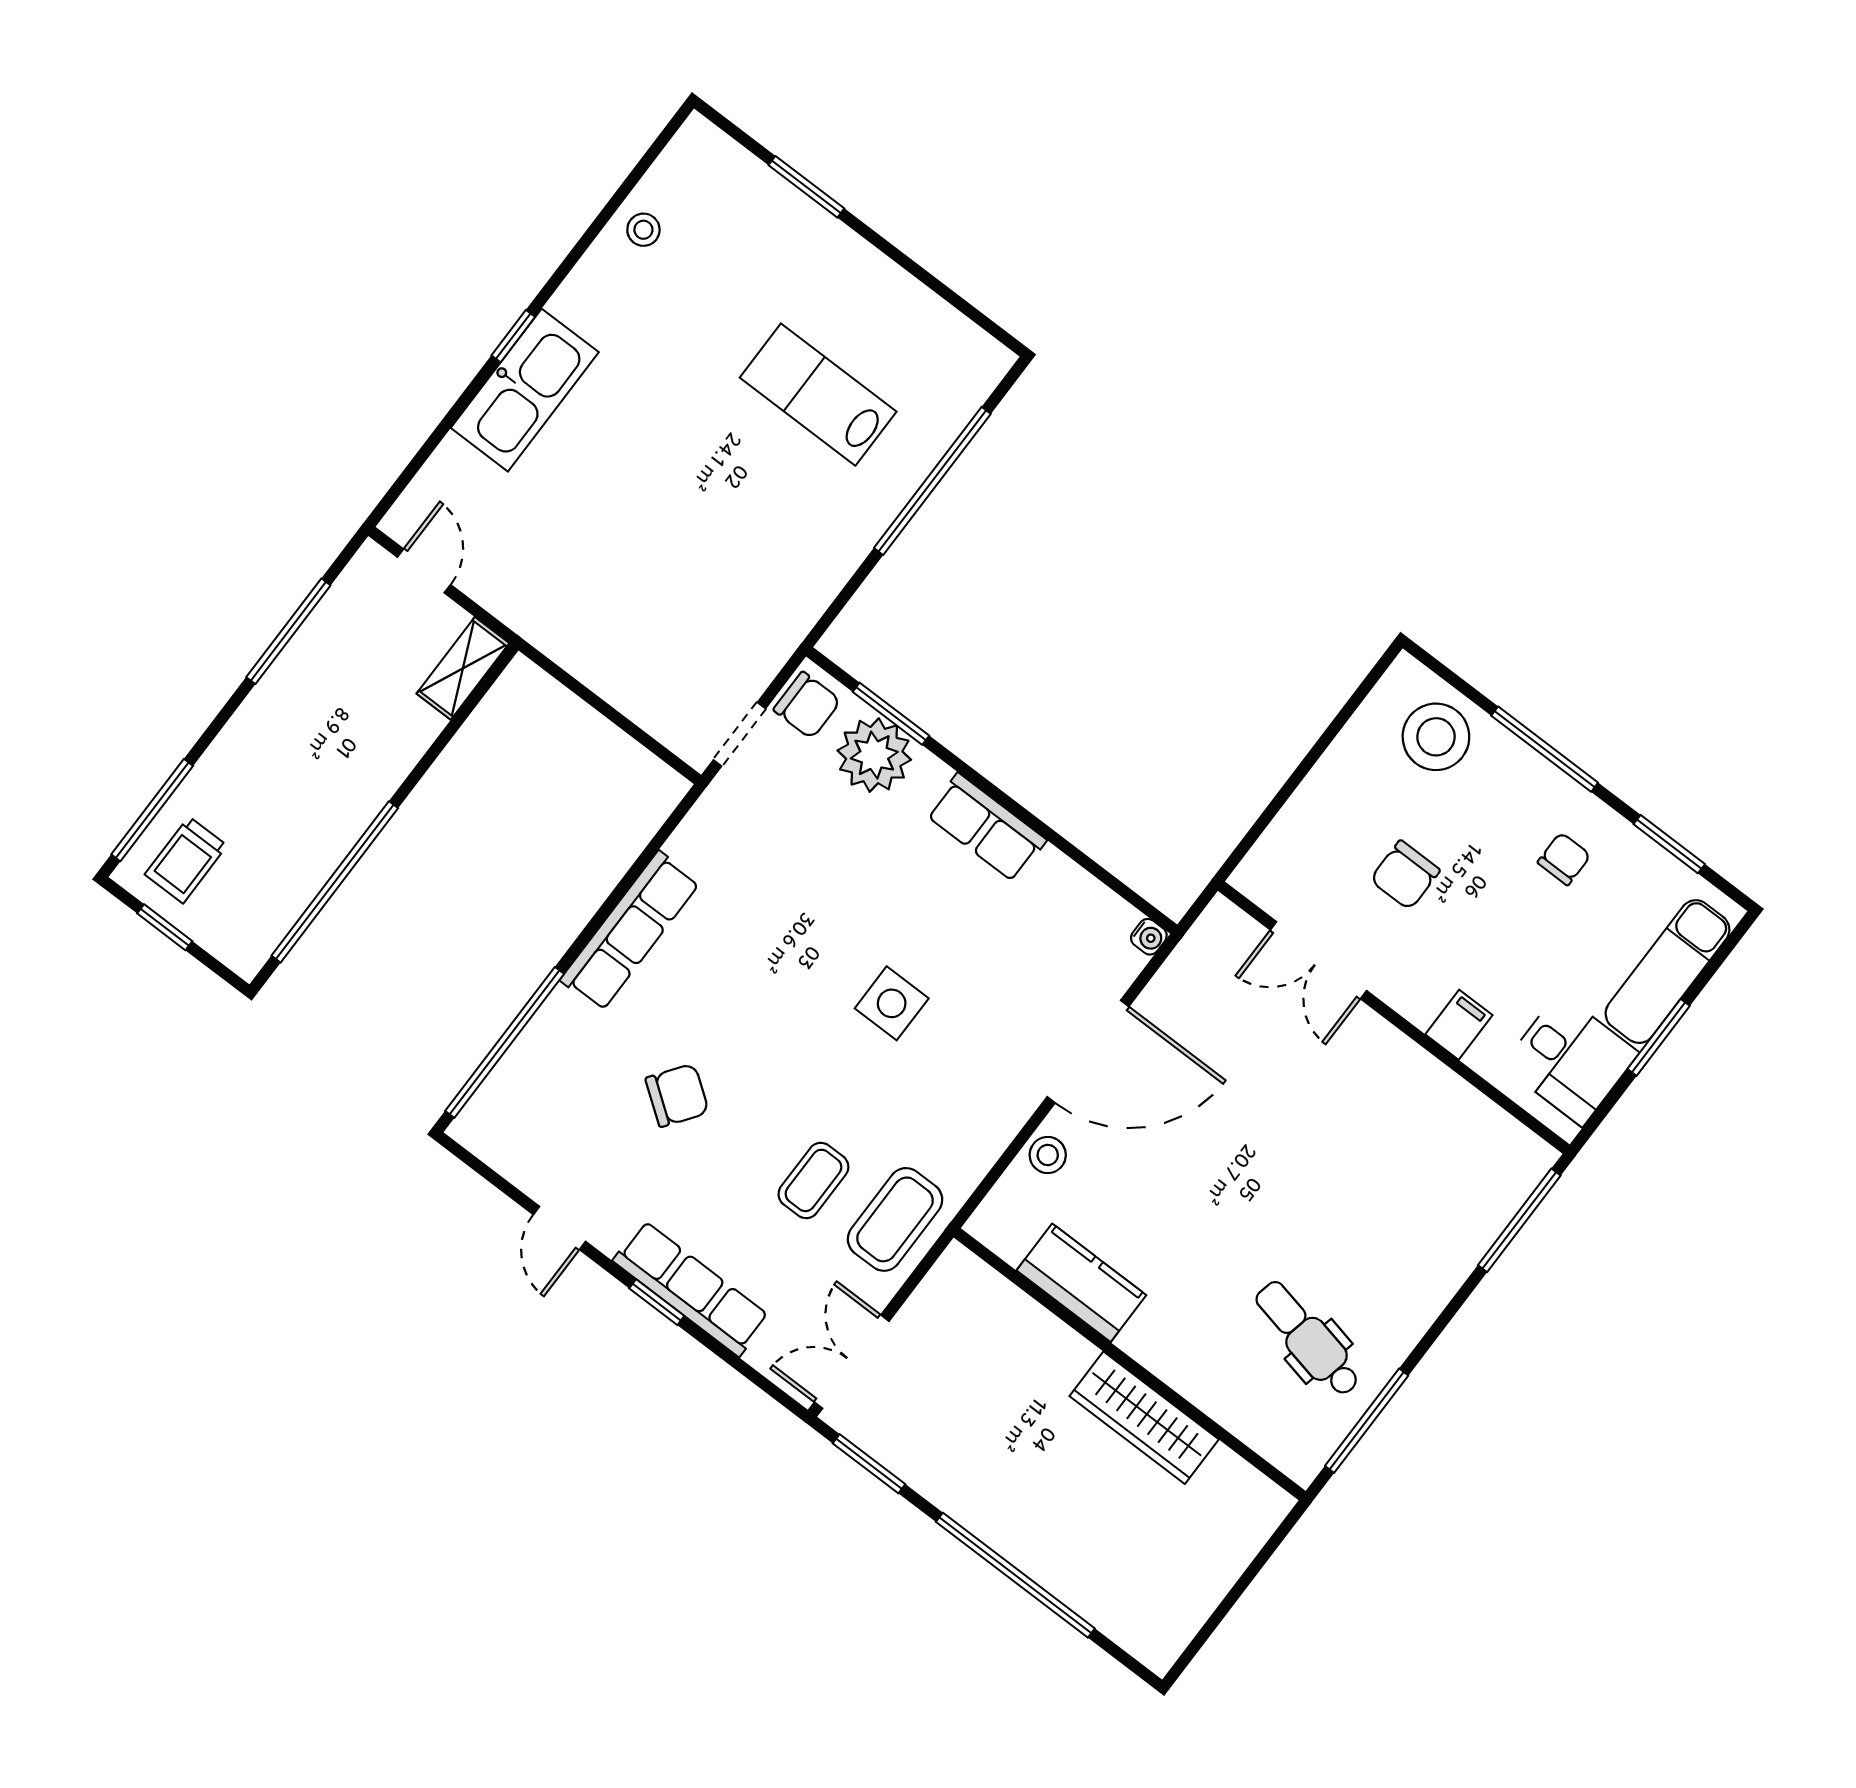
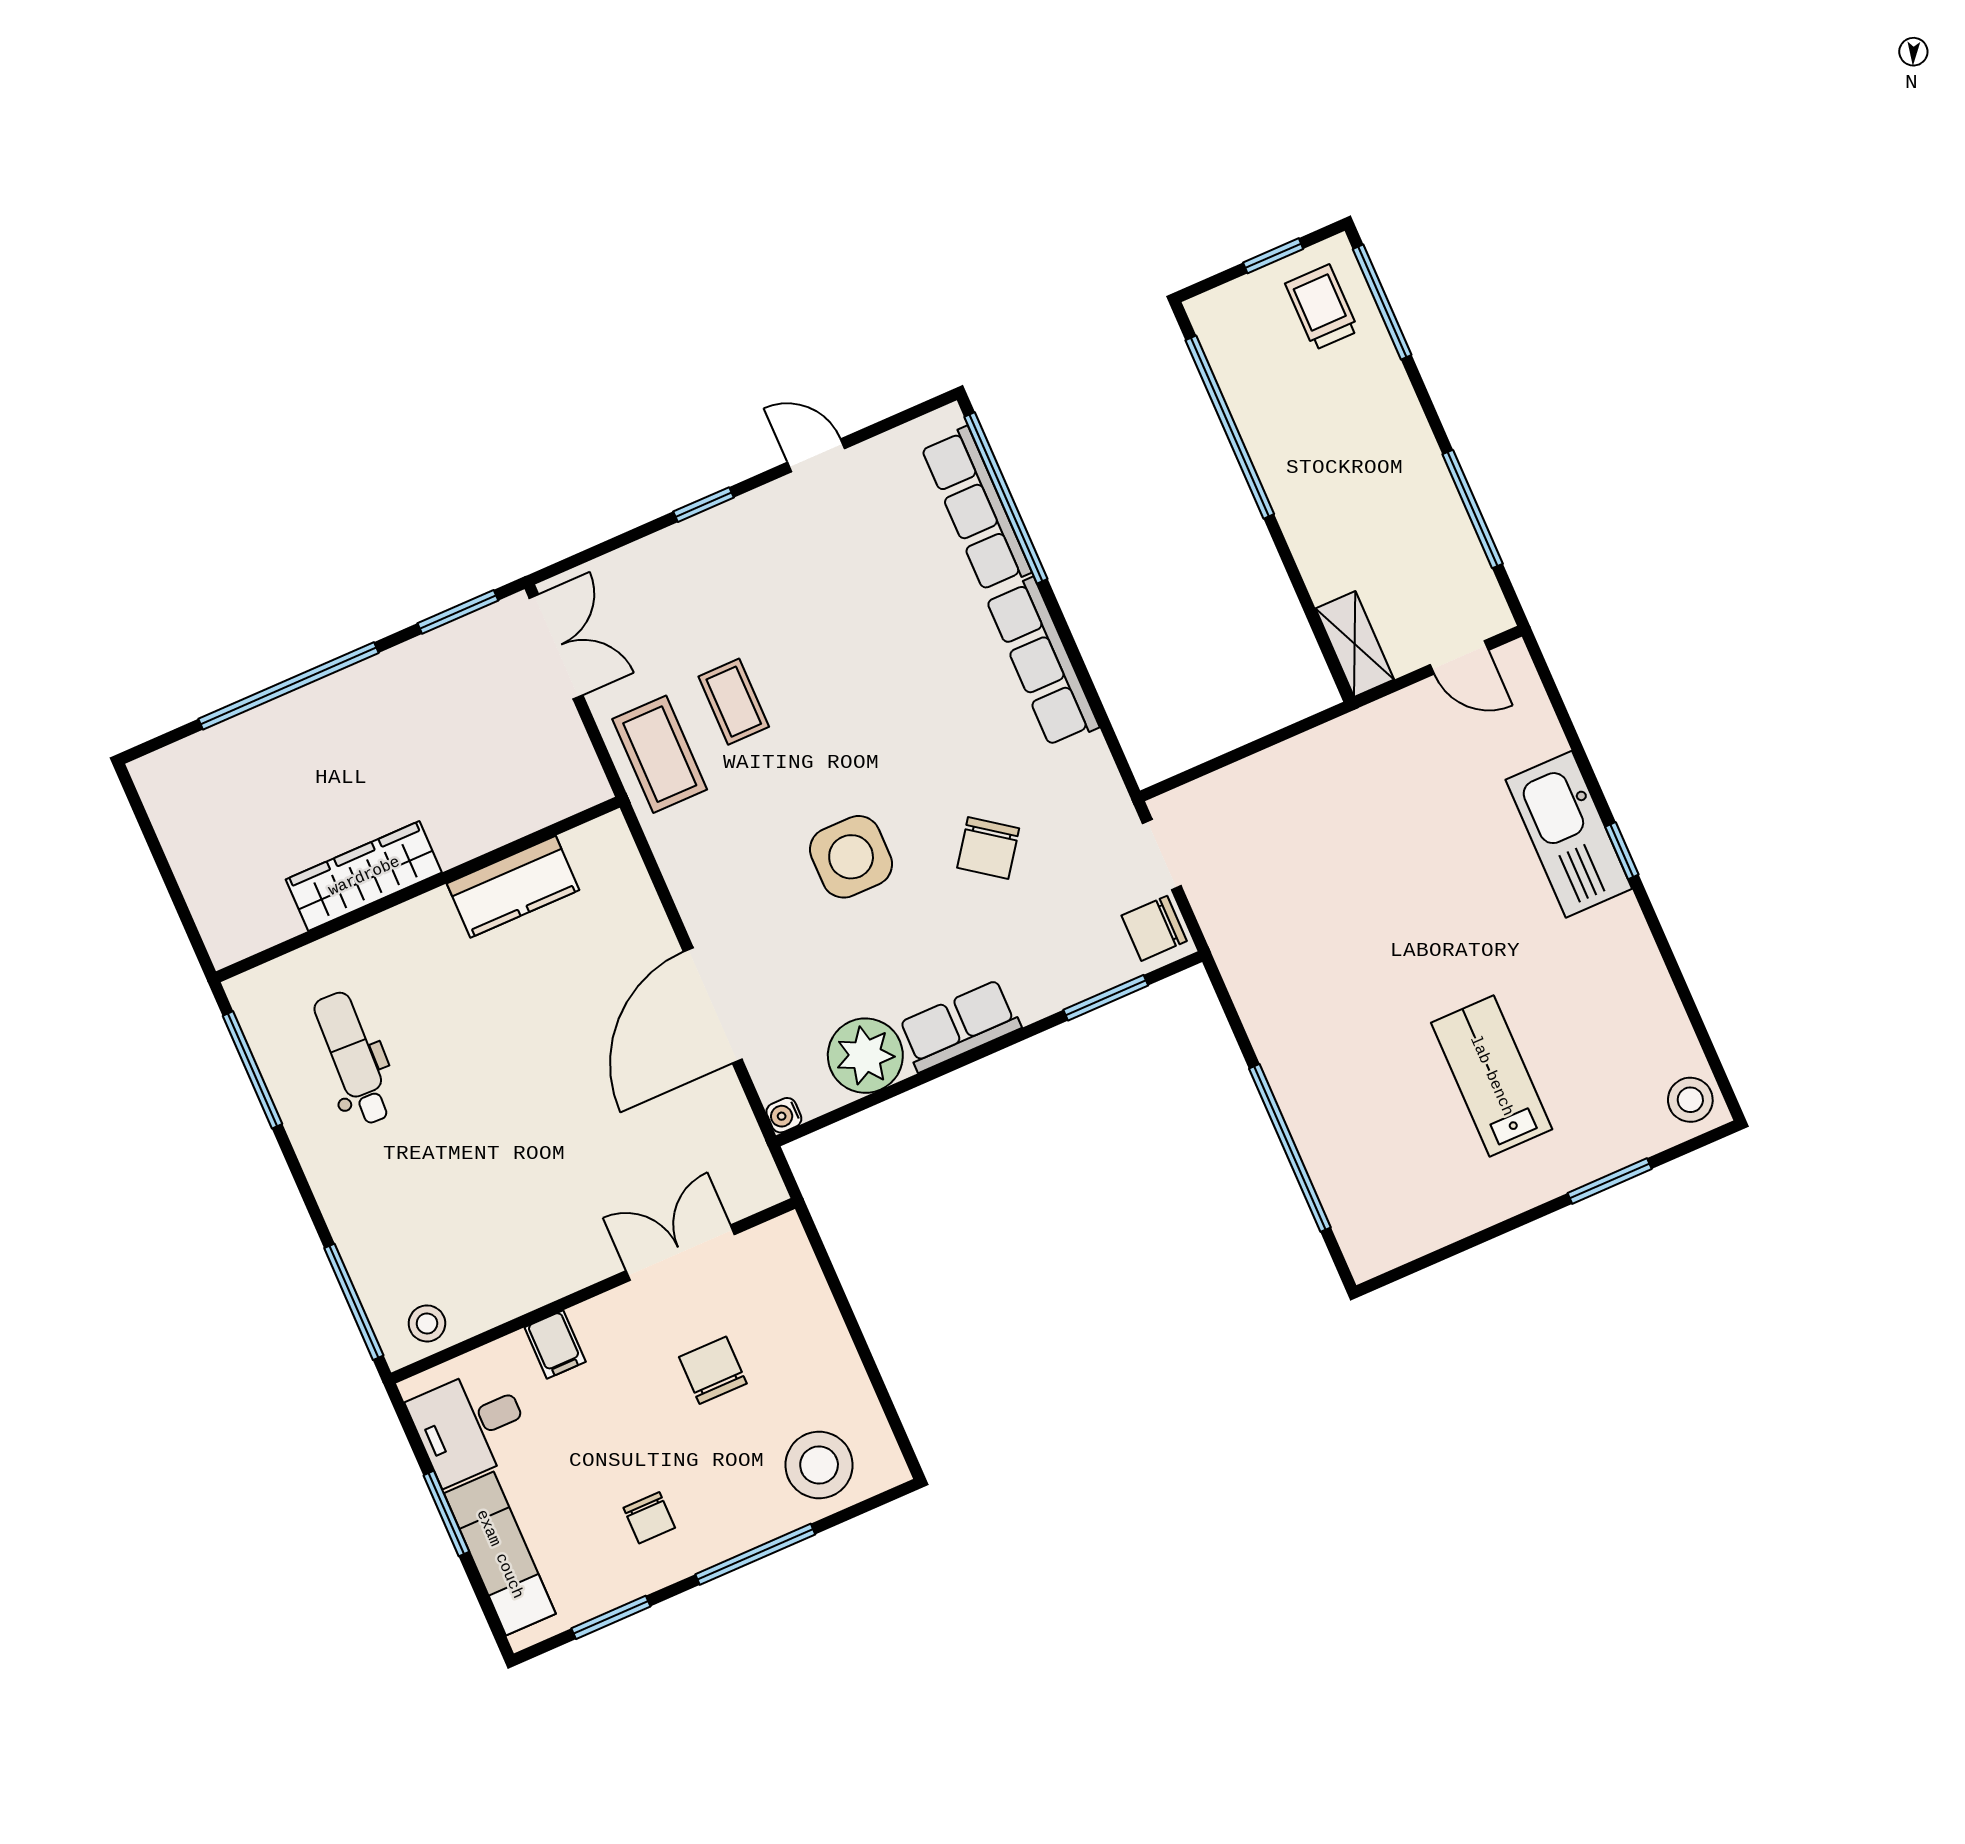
stool: (643, 230) -> (1690, 1100), moved, width x1.37, depth x1.37
lab bench: (818, 395) -> (1492, 1076), moved, turned -90
plant: (874, 755) -> (865, 1056), moved
side table: (892, 1003) -> (851, 857), width x1.37, depth x1.37
chair: (677, 1095) -> (988, 848), moved
stool: (1048, 1155) -> (427, 1323), moved
row of seats: (691, 1288) -> (976, 509), moved, turned 90
dental chair: (1308, 1339) -> (353, 1058), turned -100

